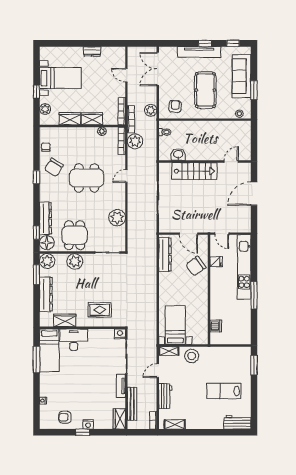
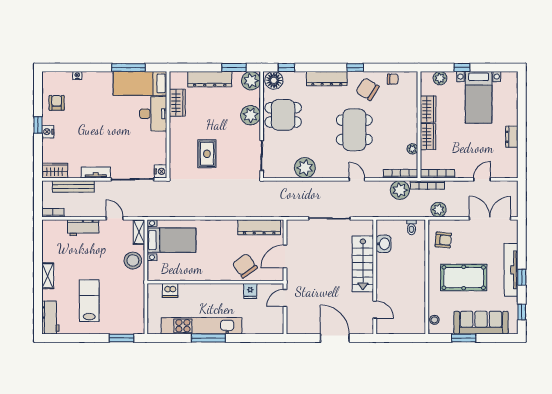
dresser: (45, 218) -> (327, 79), moved
kitchen unit: (244, 267) -> (201, 326), moved
rug: (100, 310) -> (207, 154), moved
shelving: (175, 424) -> (48, 276), moved

